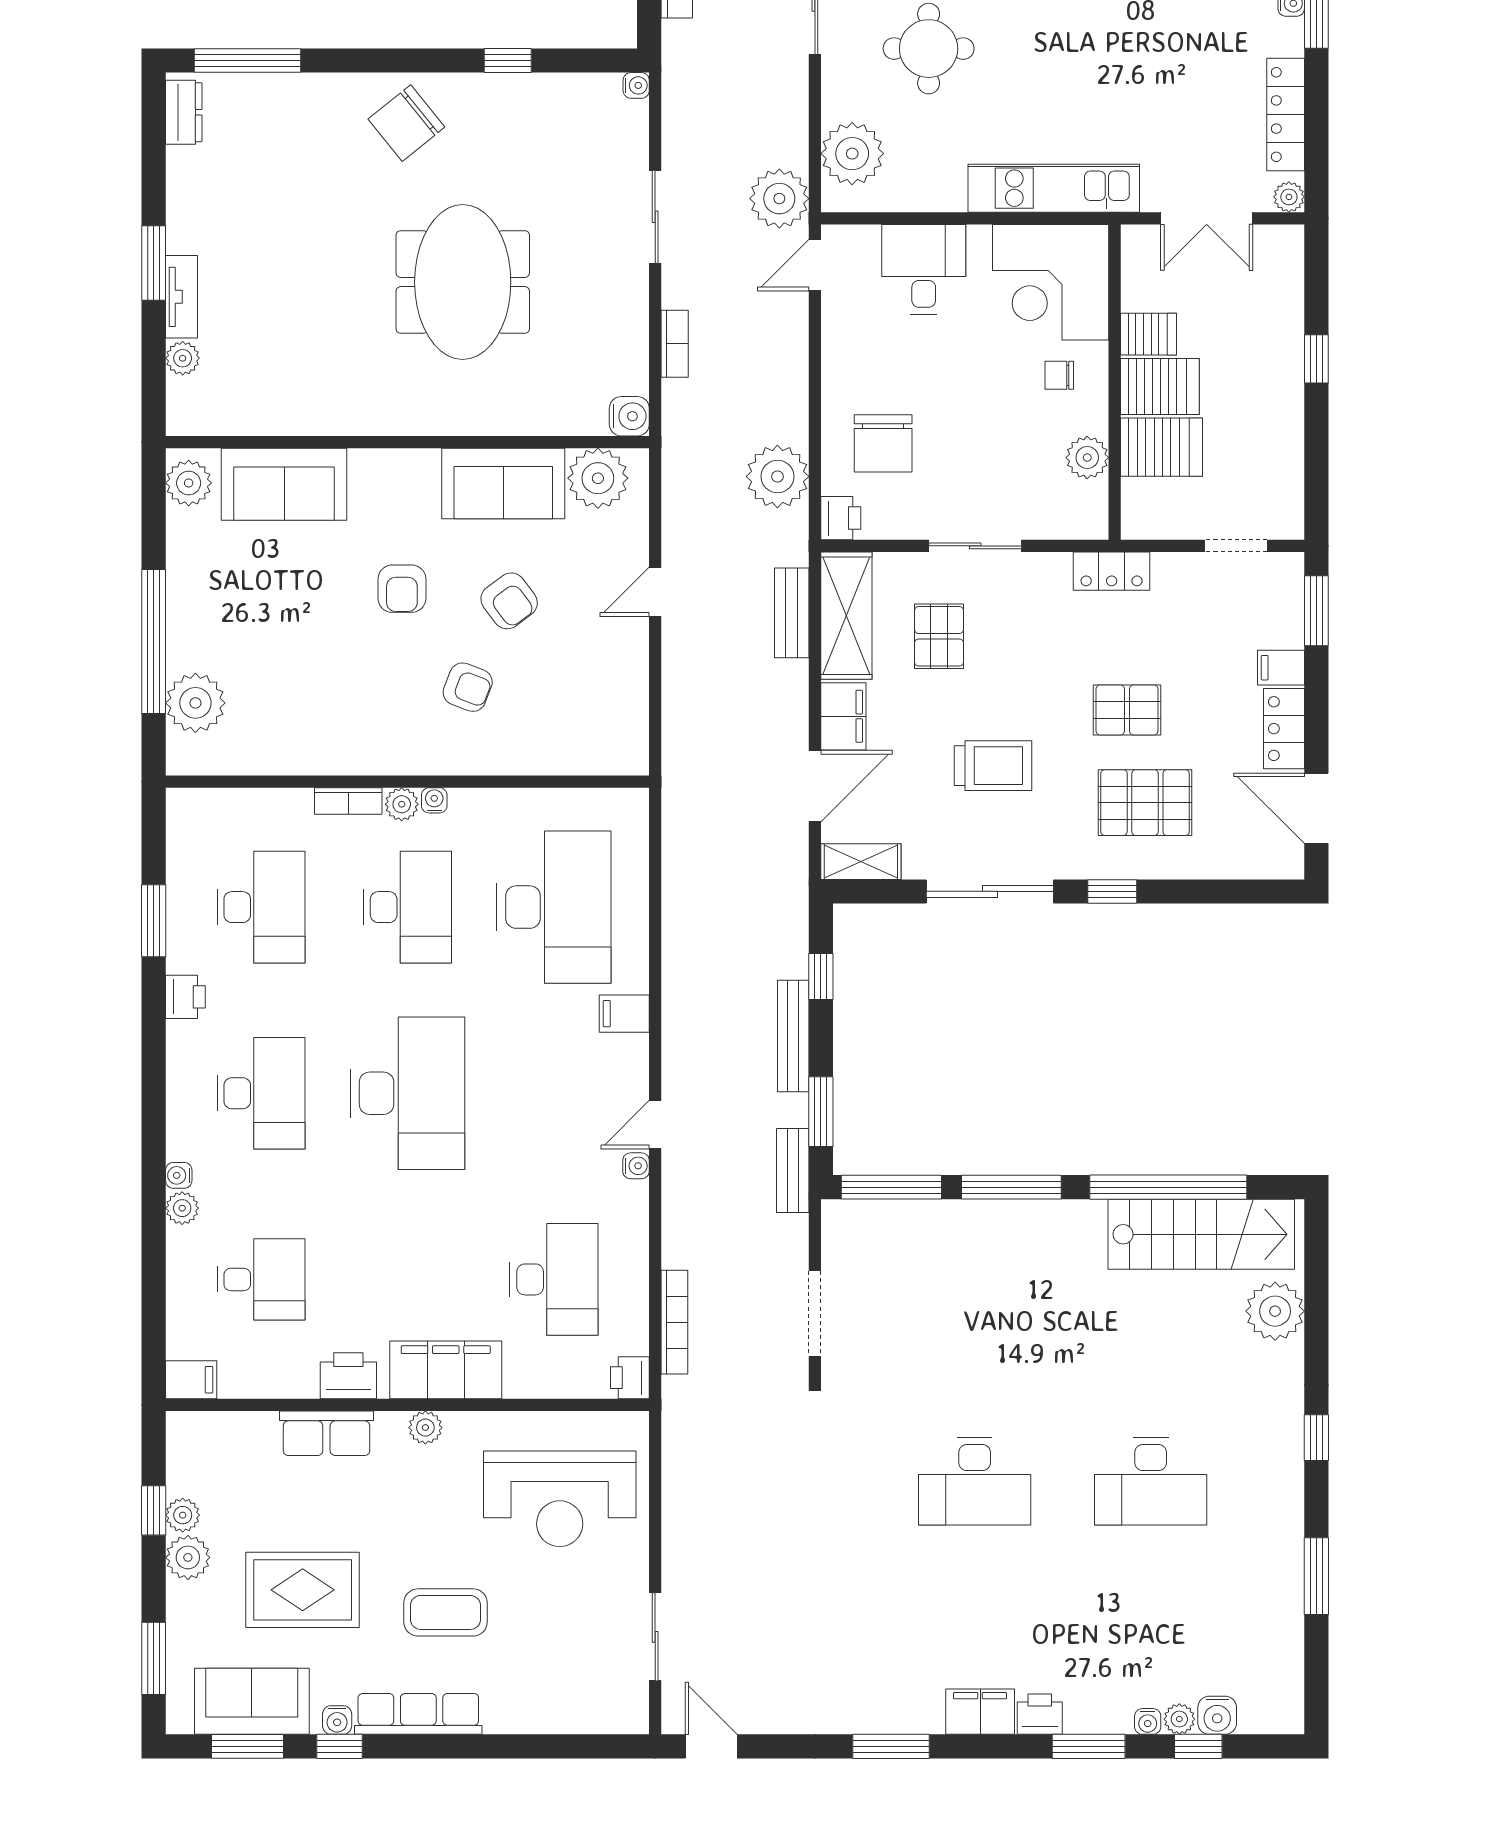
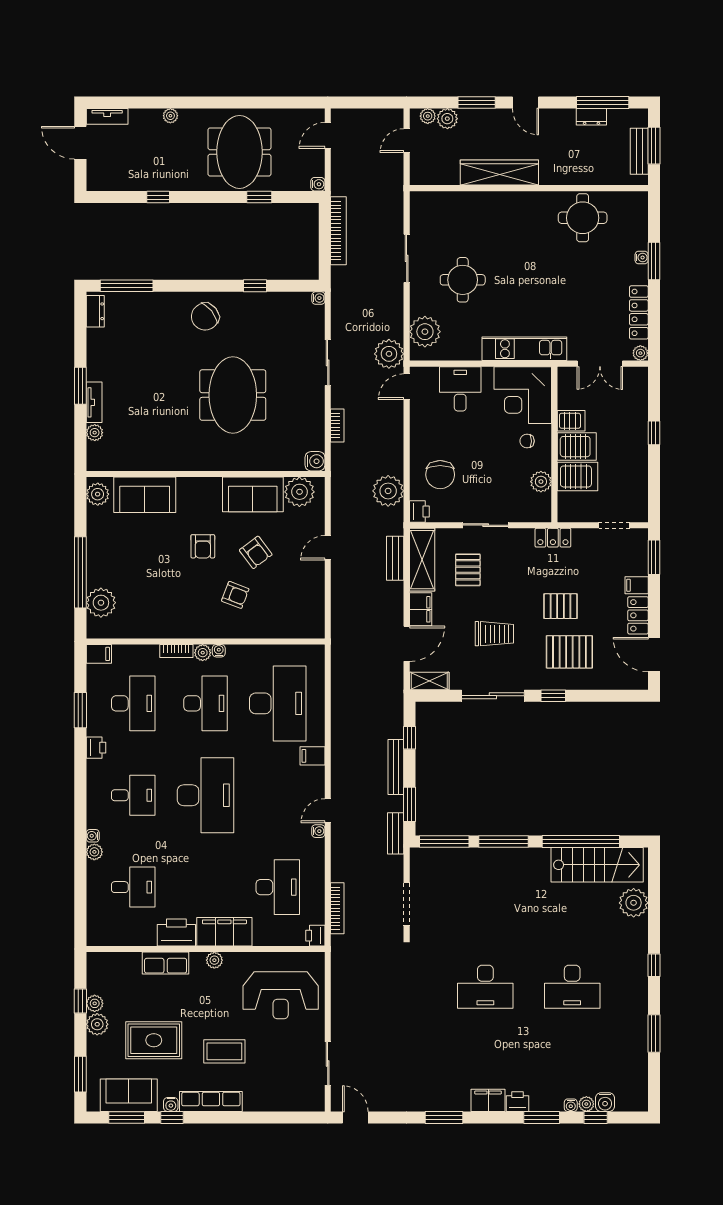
desk: (261, 1093) -> (133, 795), width x0.73
printer: (348, 1376) -> (176, 932), width x1.37, depth x1.19
filing cabinet: (191, 1380) -> (99, 654), moved

